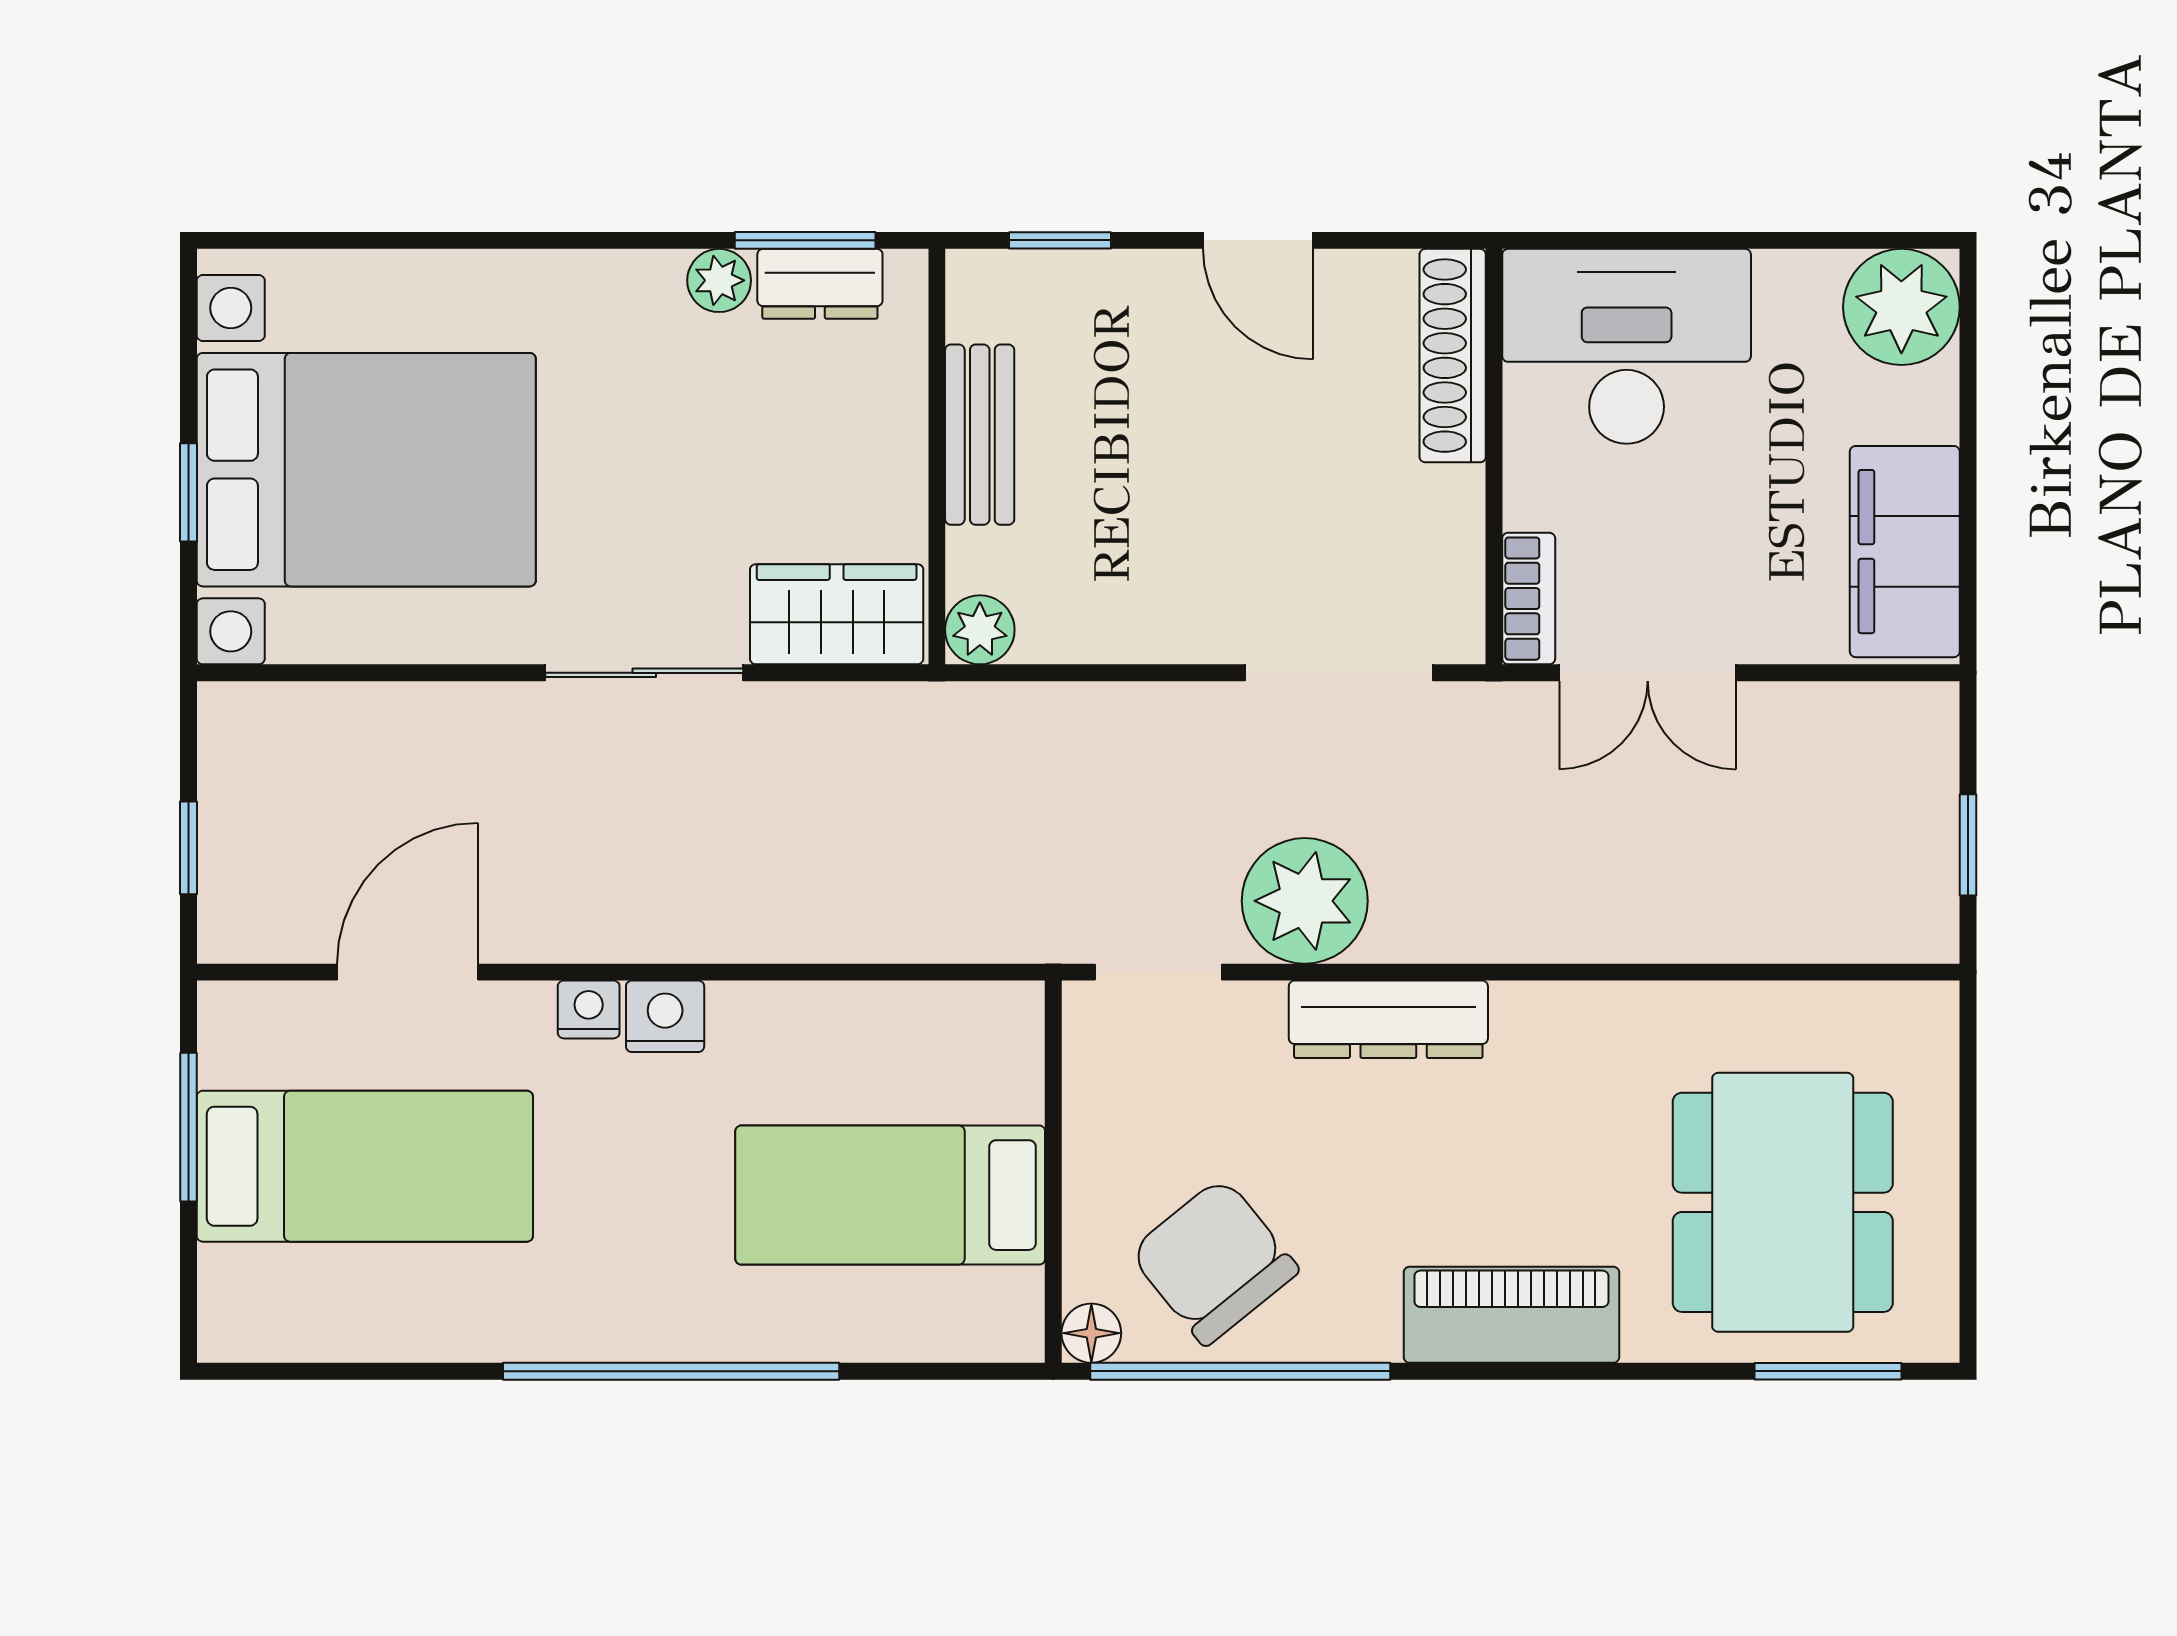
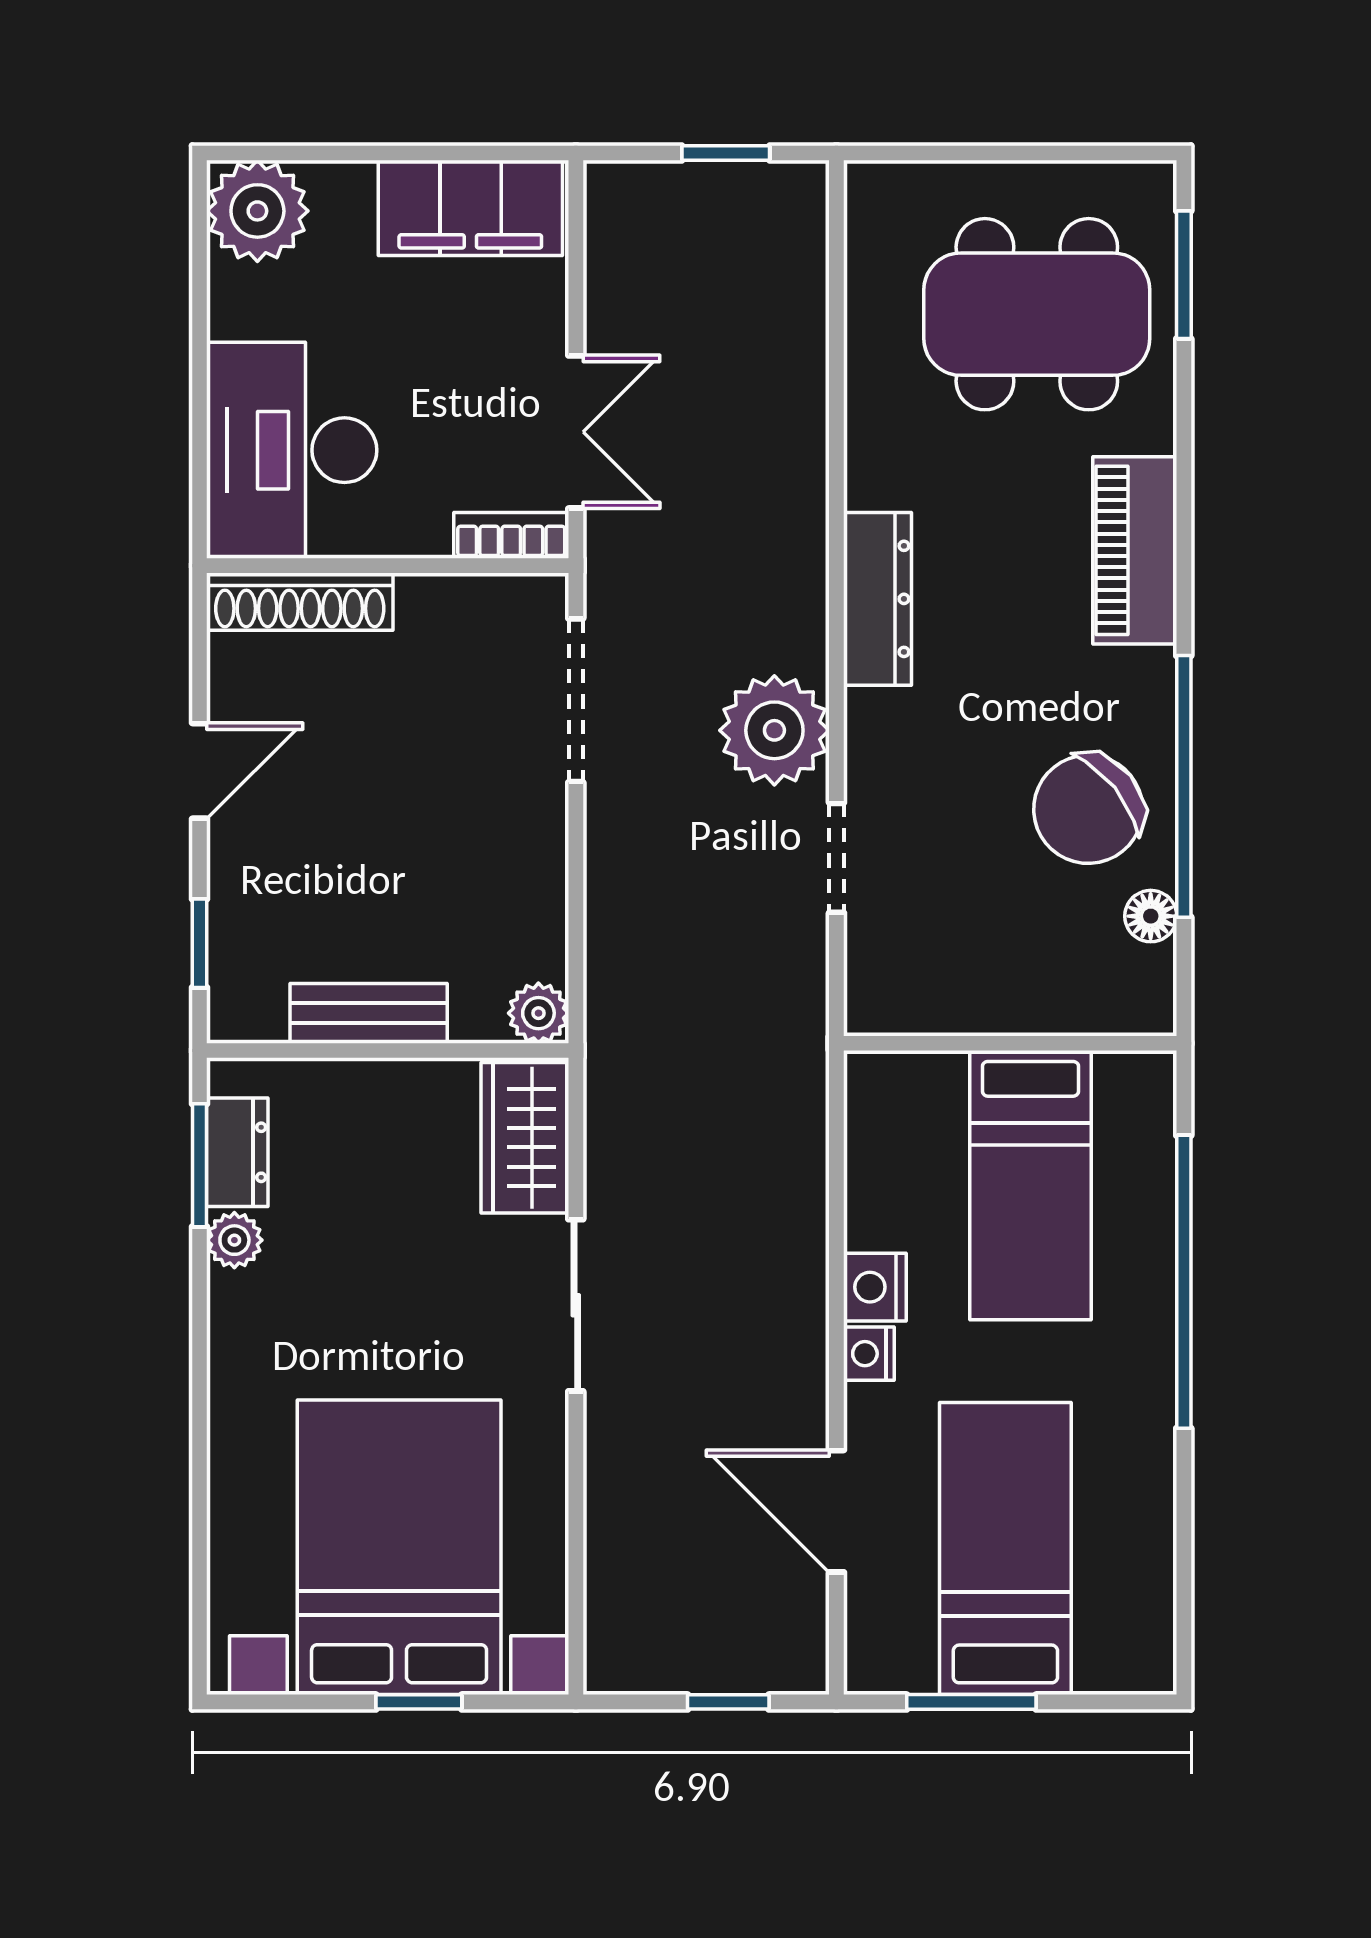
dresser: (1388, 1019) -> (878, 599), moved
wall: (1053, 1172) -> (1010, 1043), moved
bed: (890, 1195) -> (1030, 1185), moved

